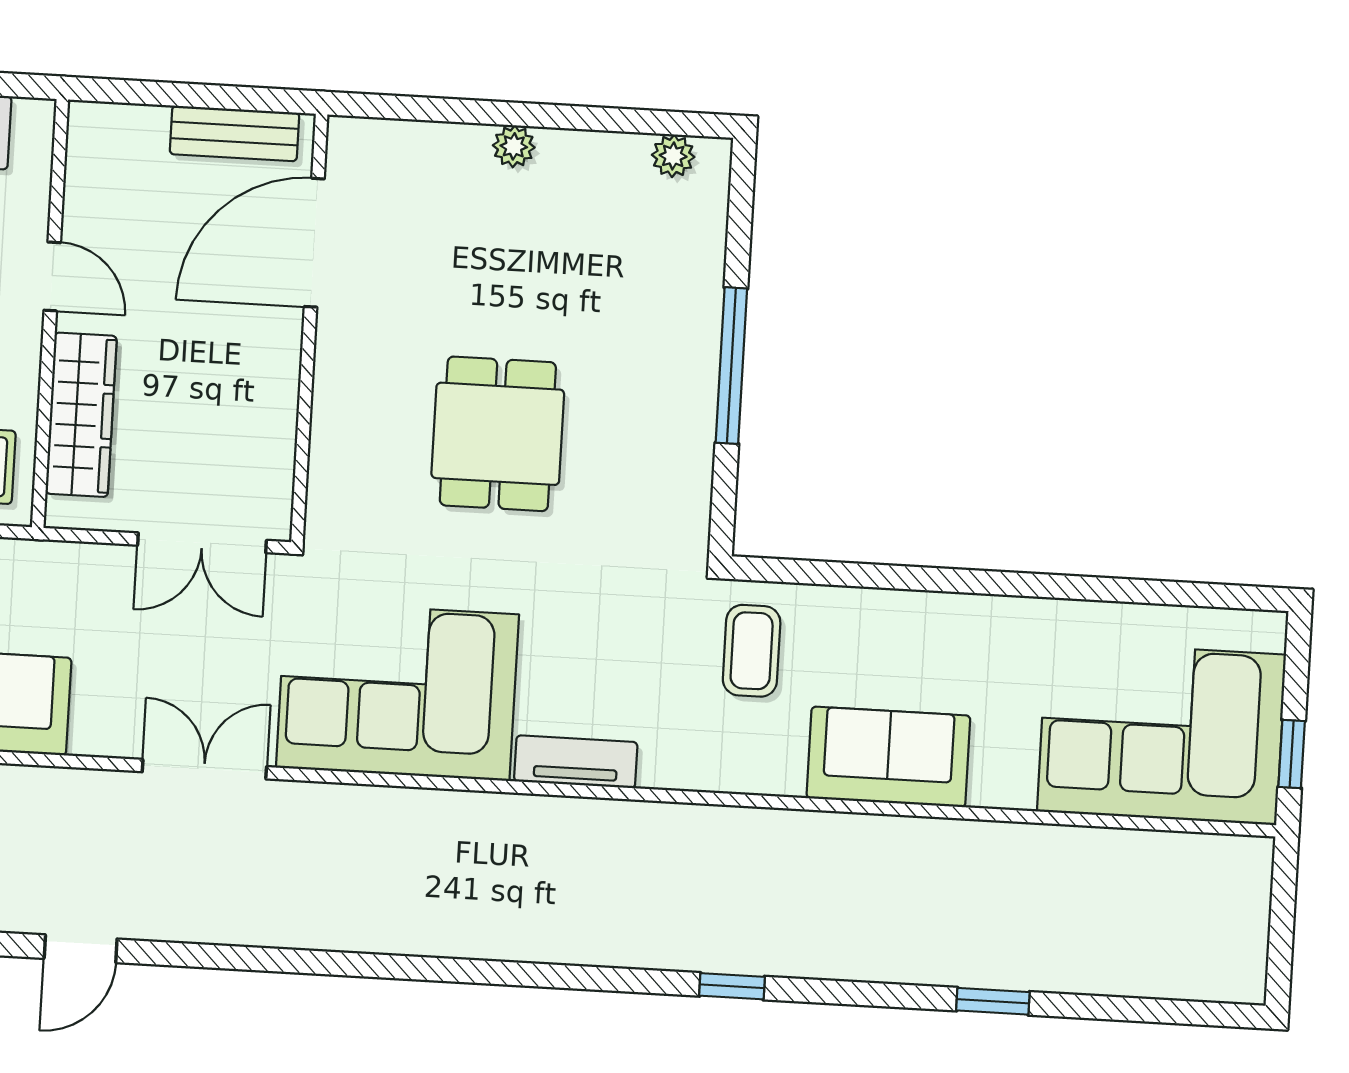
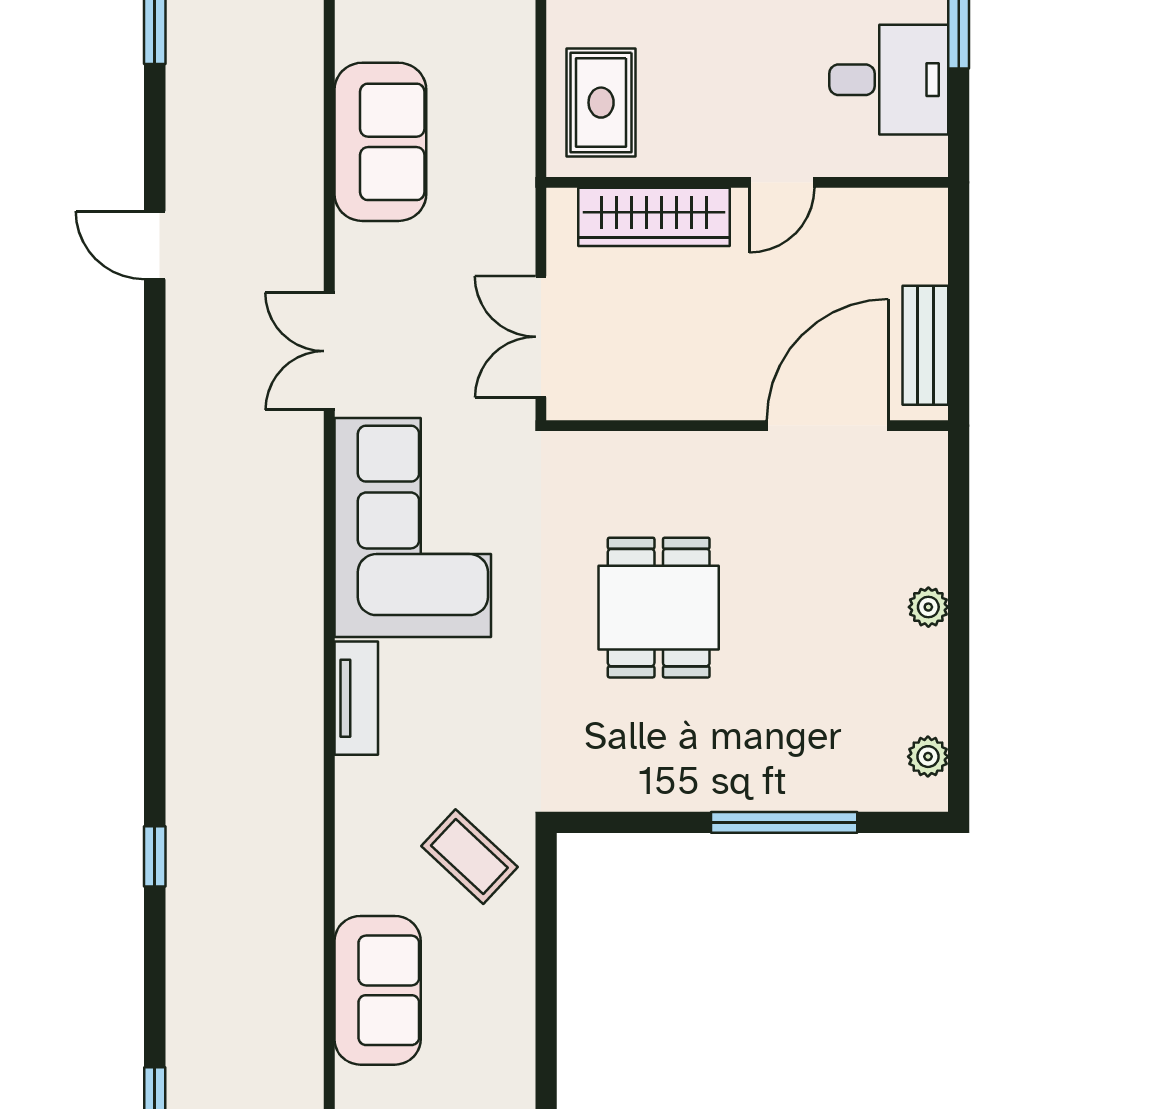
door: (314, 243) -> (828, 426), hinge flipped
window: (731, 366) -> (784, 822), moved
dining table: (498, 434) -> (659, 608), turned 90
coffee table: (752, 651) -> (469, 857), turned 43
double door: (204, 769) -> (329, 351), swing flipped

